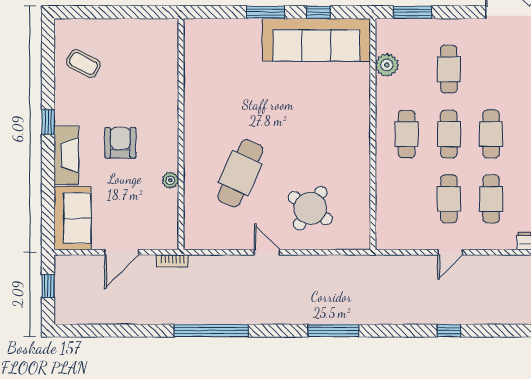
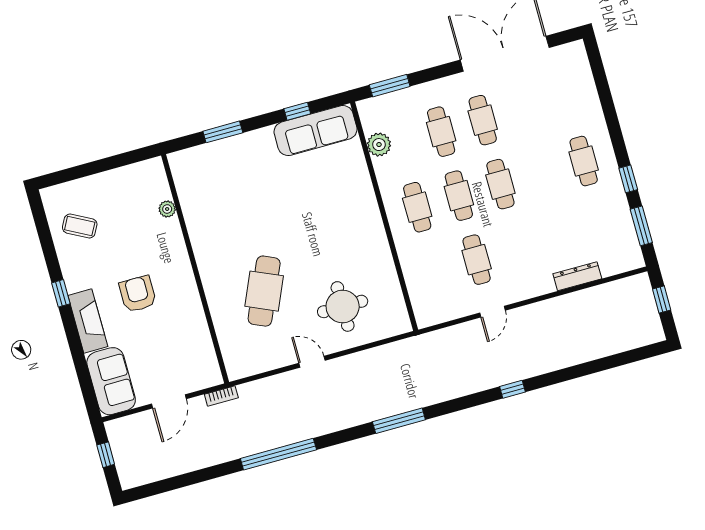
window: (266, 12) -> (223, 132), moved
sofa: (316, 40) -> (316, 131), width x0.74, depth x0.79
plant: (170, 180) -> (167, 209), moved
cafe table: (491, 199) -> (483, 120), moved
round table: (310, 208) -> (343, 306), turned -34

